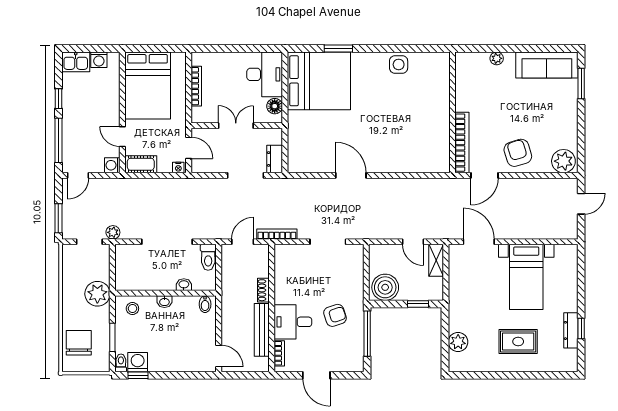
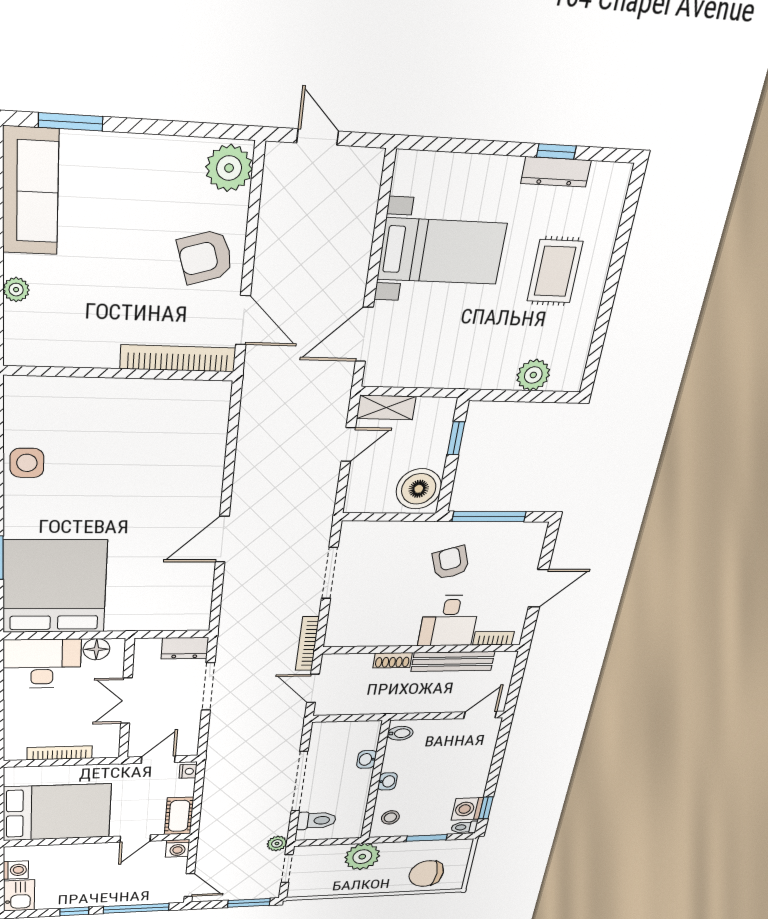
toilet: (208, 257) -> (316, 820), moved

